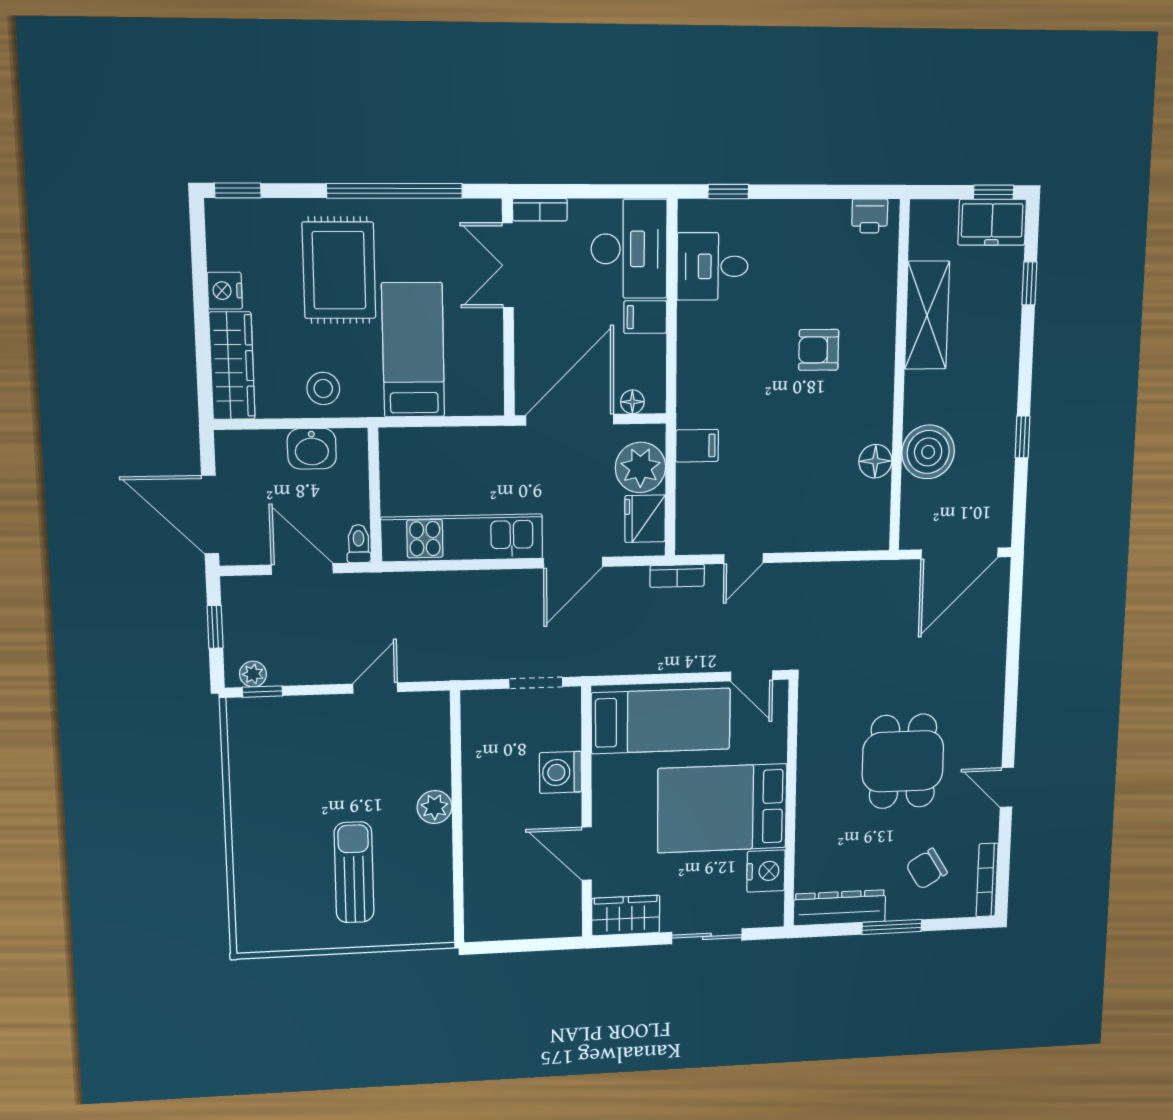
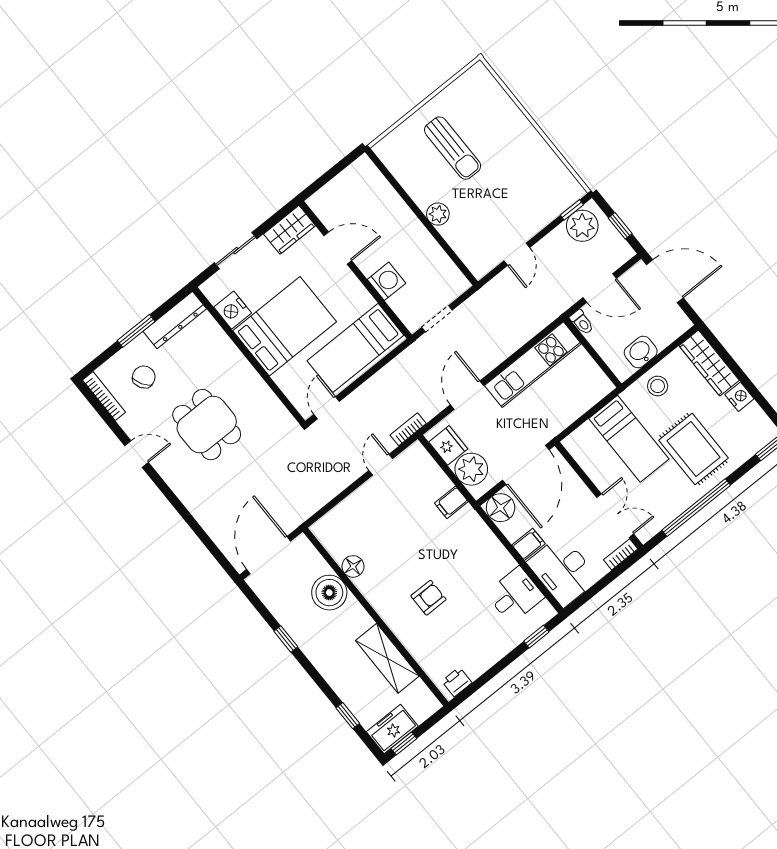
floor lamp: (632, 402) -> (501, 508), width x1.89, depth x1.89
plant: (253, 674) -> (582, 226), width x1.88, depth x1.88
door: (752, 676) -> (327, 408), hinge flipped

